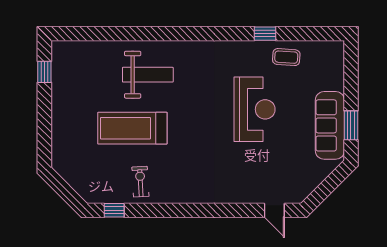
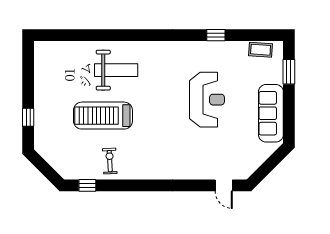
coffee table: (286, 57) -> (261, 50), moved
window: (44, 72) -> (28, 117), moved
window: (351, 125) -> (289, 72), moved

